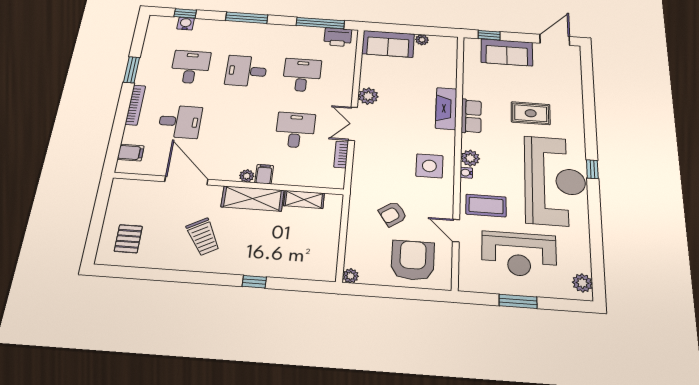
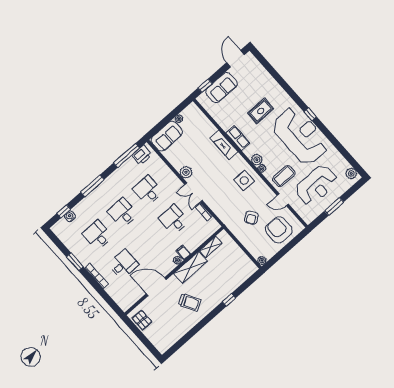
desk: (246, 71) -> (123, 213), turned 90
filing cabinet: (131, 153) -> (120, 298), removed
pallet: (128, 239) -> (142, 320), moved

